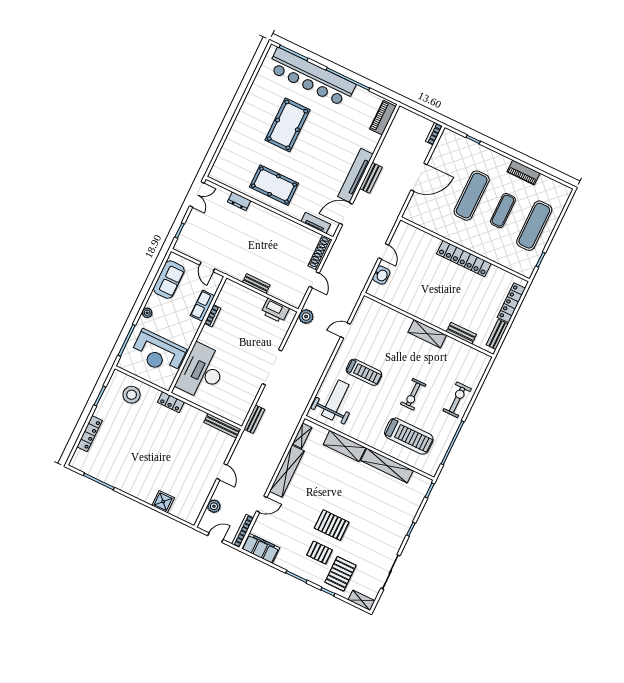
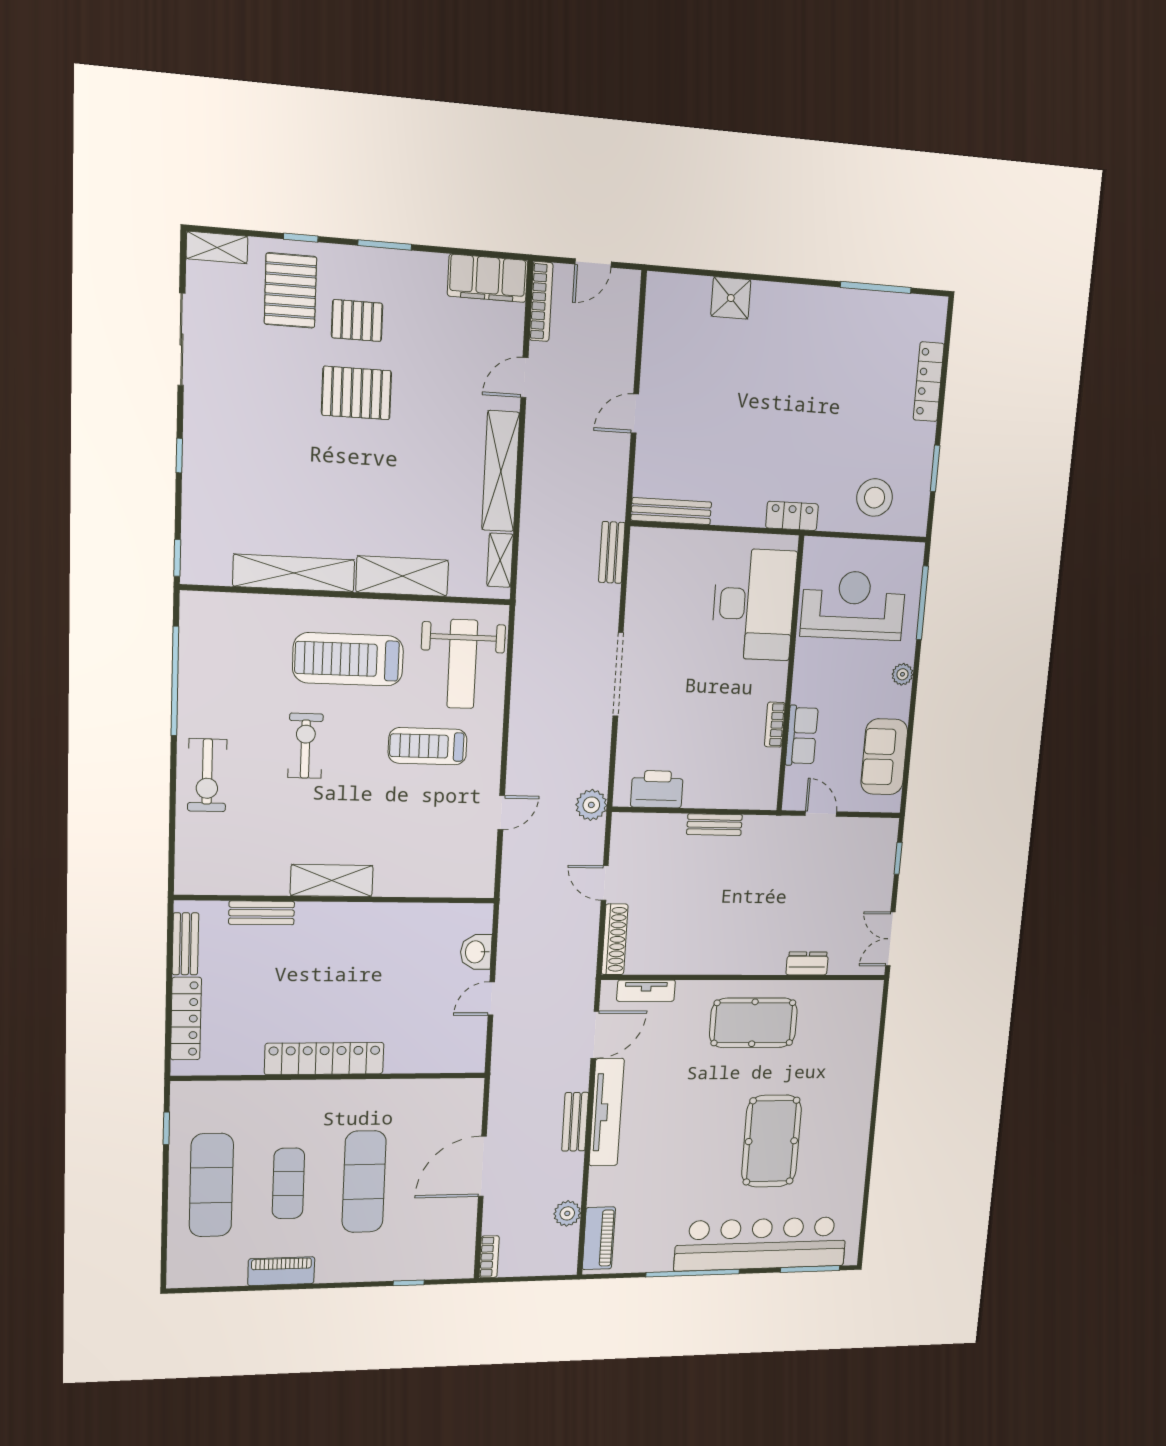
door: (383, 251) -> (491, 999), hinge flipped
treadmill: (409, 436) -> (348, 659), moved
door: (222, 472) -> (635, 413), hinge flipped
plant: (214, 506) -> (567, 1213), moved

